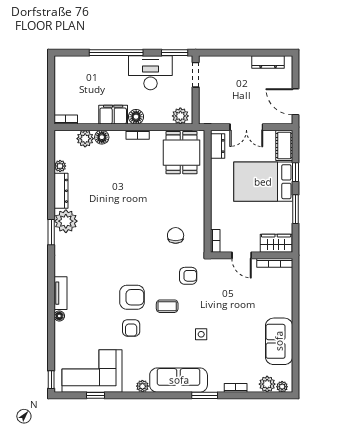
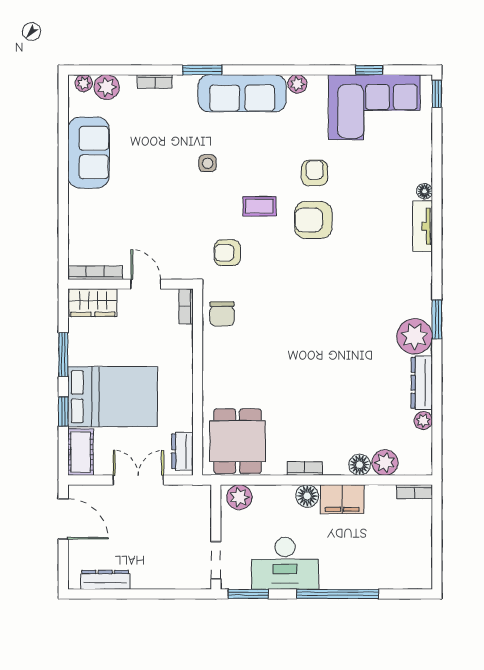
chair: (176, 235) -> (222, 314), moved

